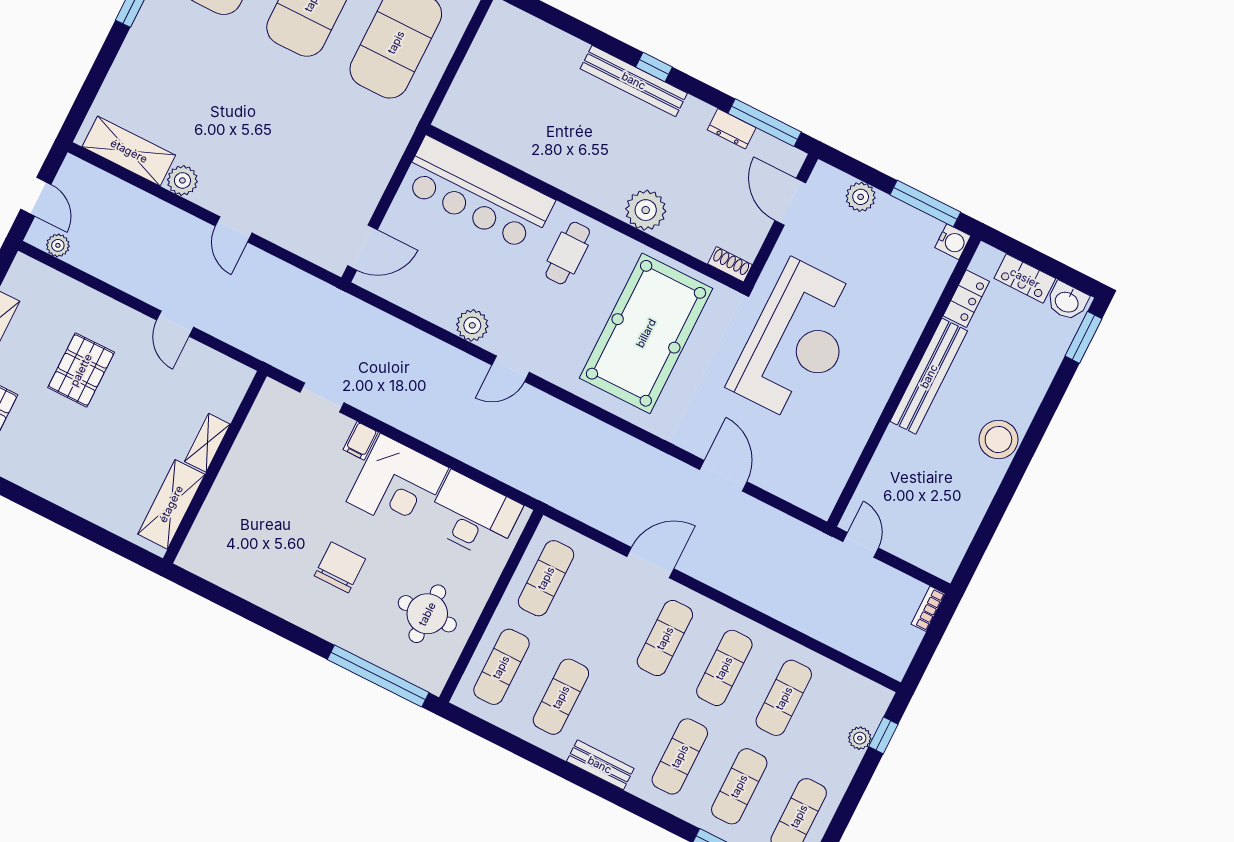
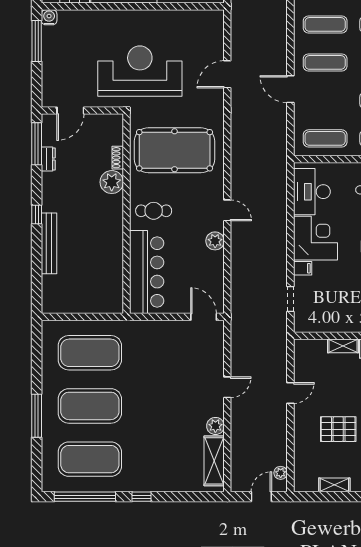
bench: (634, 81) -> (49, 243), moved
plant: (861, 197) -> (50, 76), removed
shoe rack: (730, 264) -> (118, 158), moved

